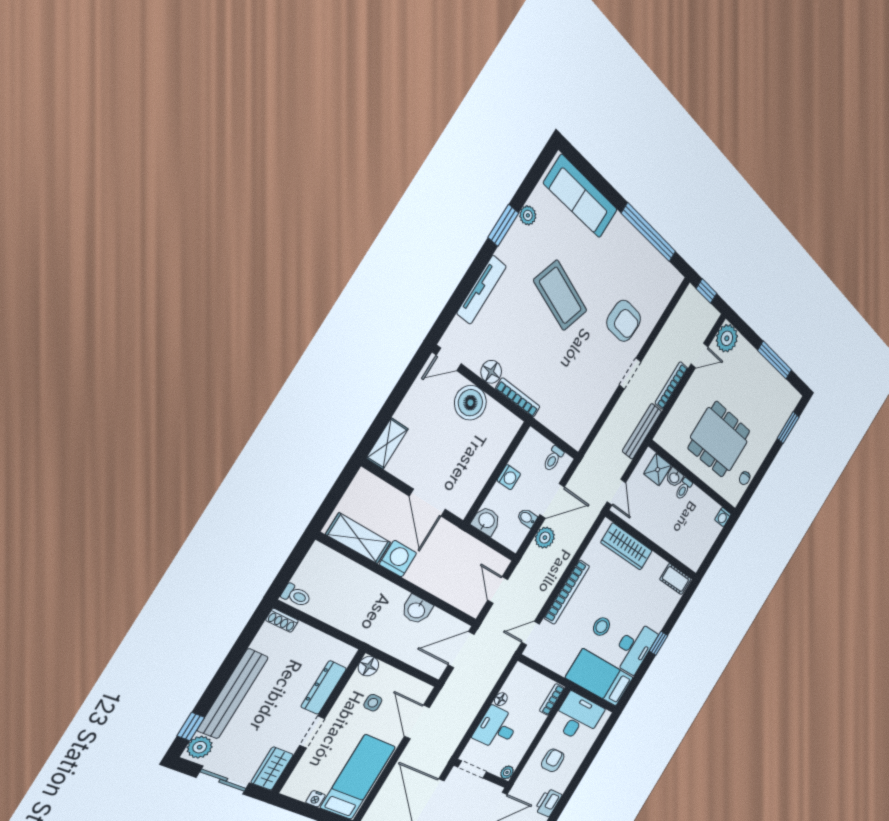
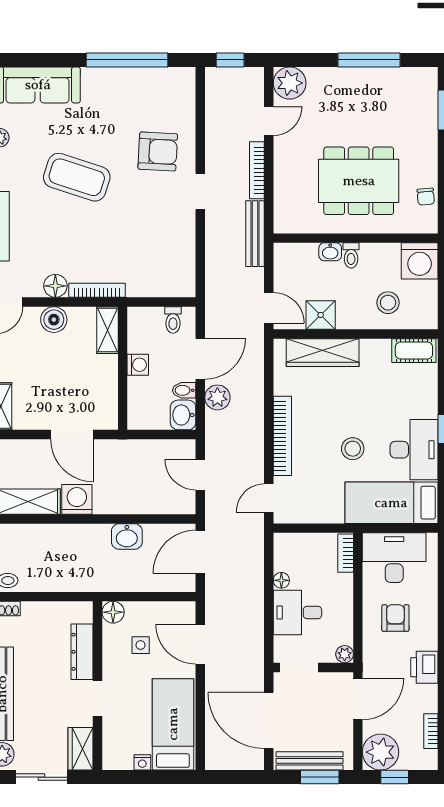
boiler: (470, 403) -> (54, 320), width x0.73, depth x0.73
shelving: (505, 435) -> (107, 330), added
shower: (658, 470) -> (321, 315), moved
washing machine: (723, 517) -> (420, 261), width x1.89, depth x1.89
washbasin: (486, 521) -> (183, 415), moved, turned -90
stool: (682, 536) -> (388, 303), added

